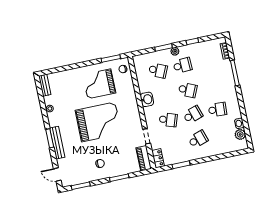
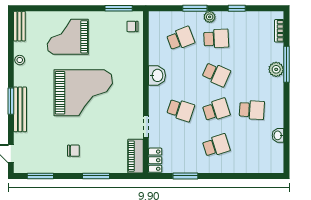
school desk: (158, 71) -> (181, 39), turned -45
grand piano: (99, 84) -> (68, 37), moved
plant: (240, 134) -> (276, 69), moved

